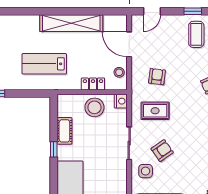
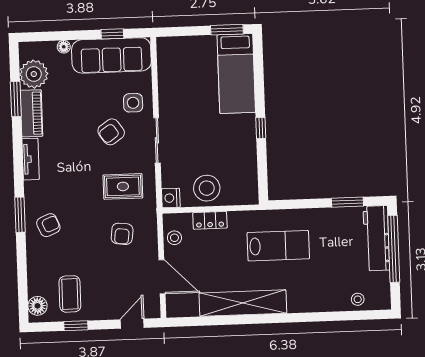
cot: (64, 131) -> (247, 154), removed

